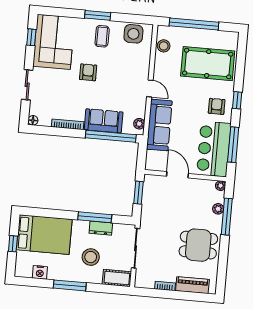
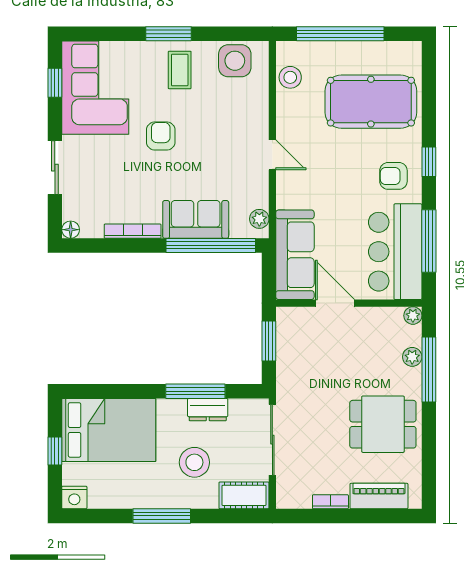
armchair: (217, 106) -> (393, 176), turned -90
sofa: (159, 125) -> (295, 255), moved
nightstand: (40, 272) -> (74, 497), moved

